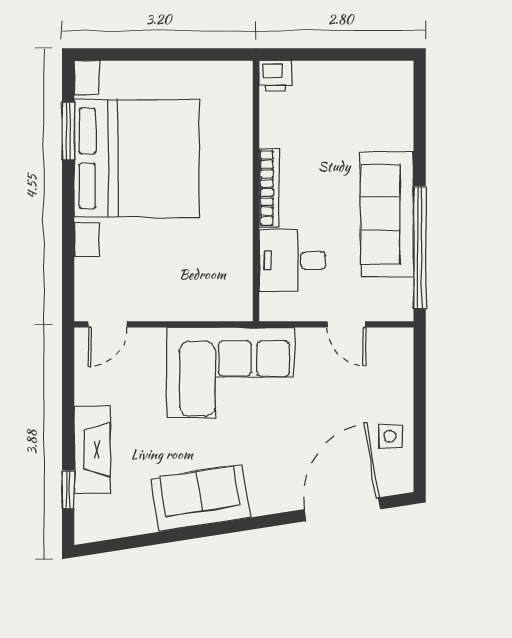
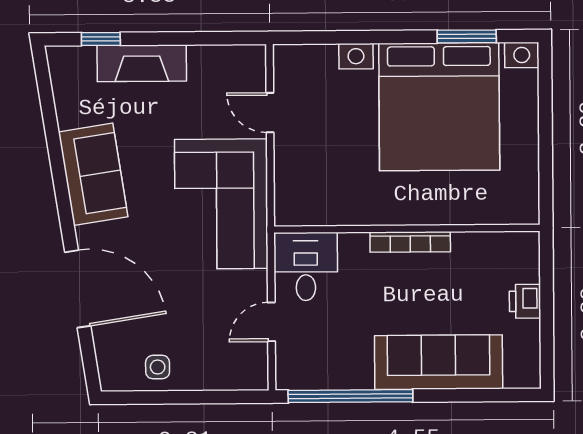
printer: (276, 76) -> (525, 301), moved
sofa: (387, 214) -> (439, 362), moved
desk: (292, 260) -> (306, 267), moved
door: (108, 324) -> (270, 113), moved
door: (342, 509) -> (78, 289), moved

